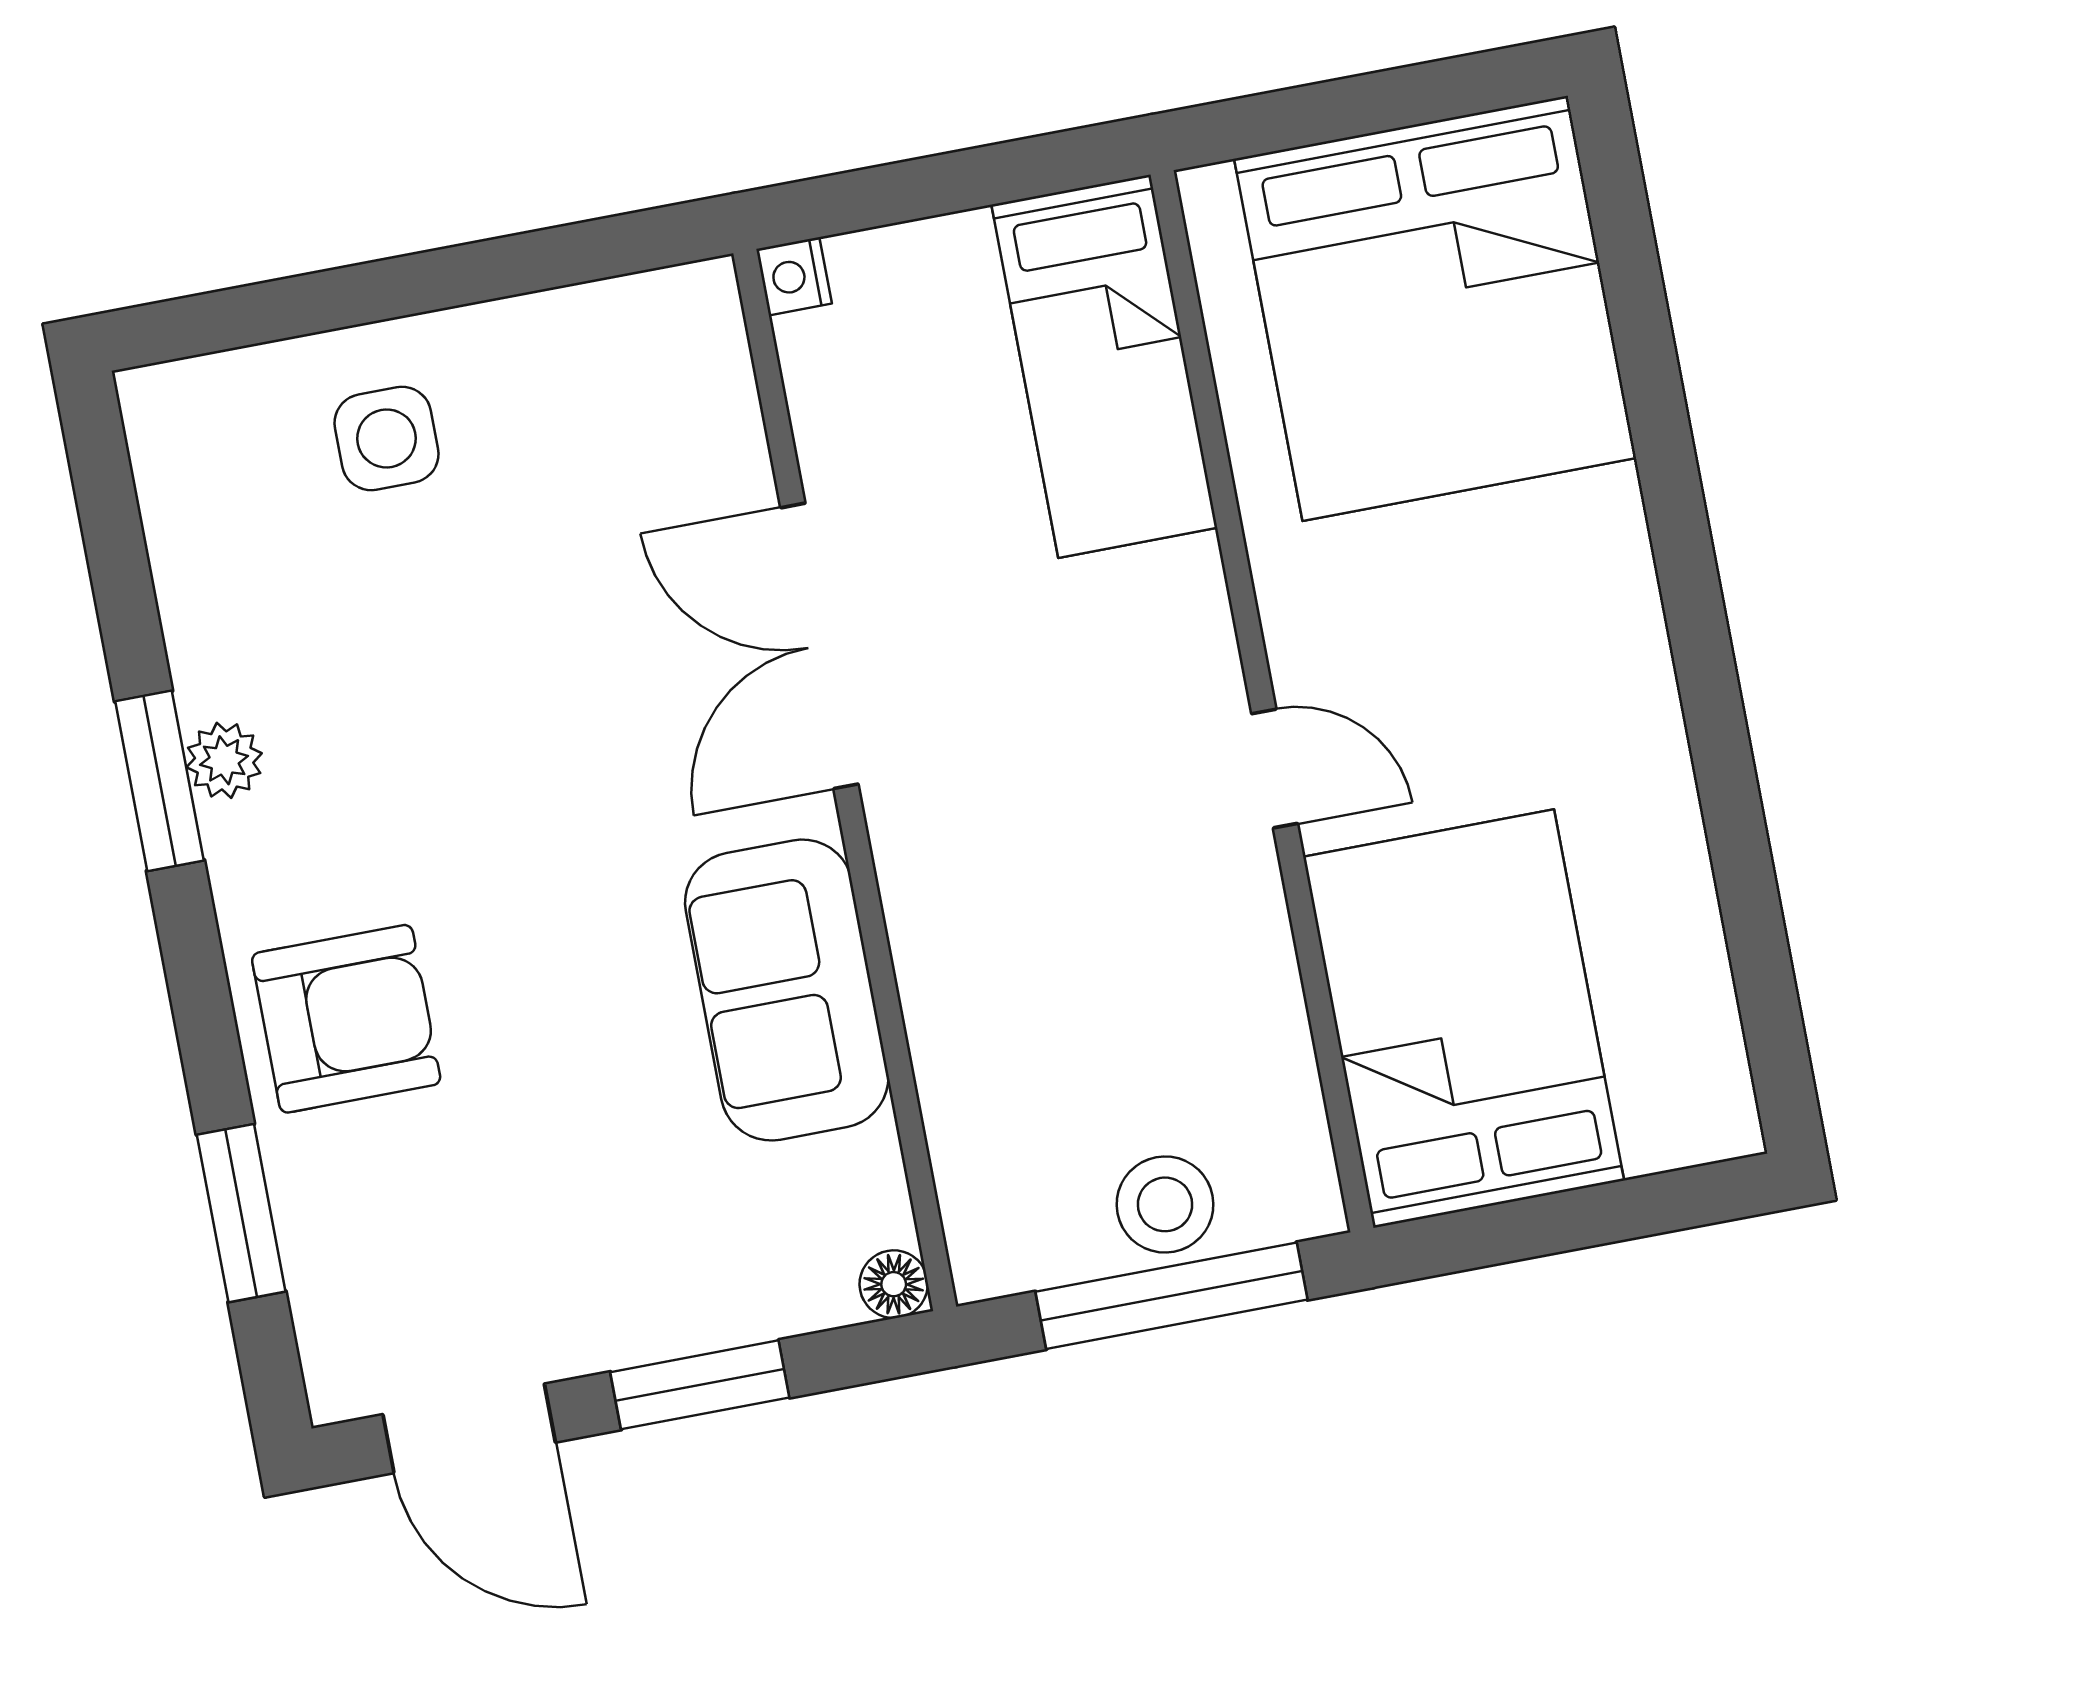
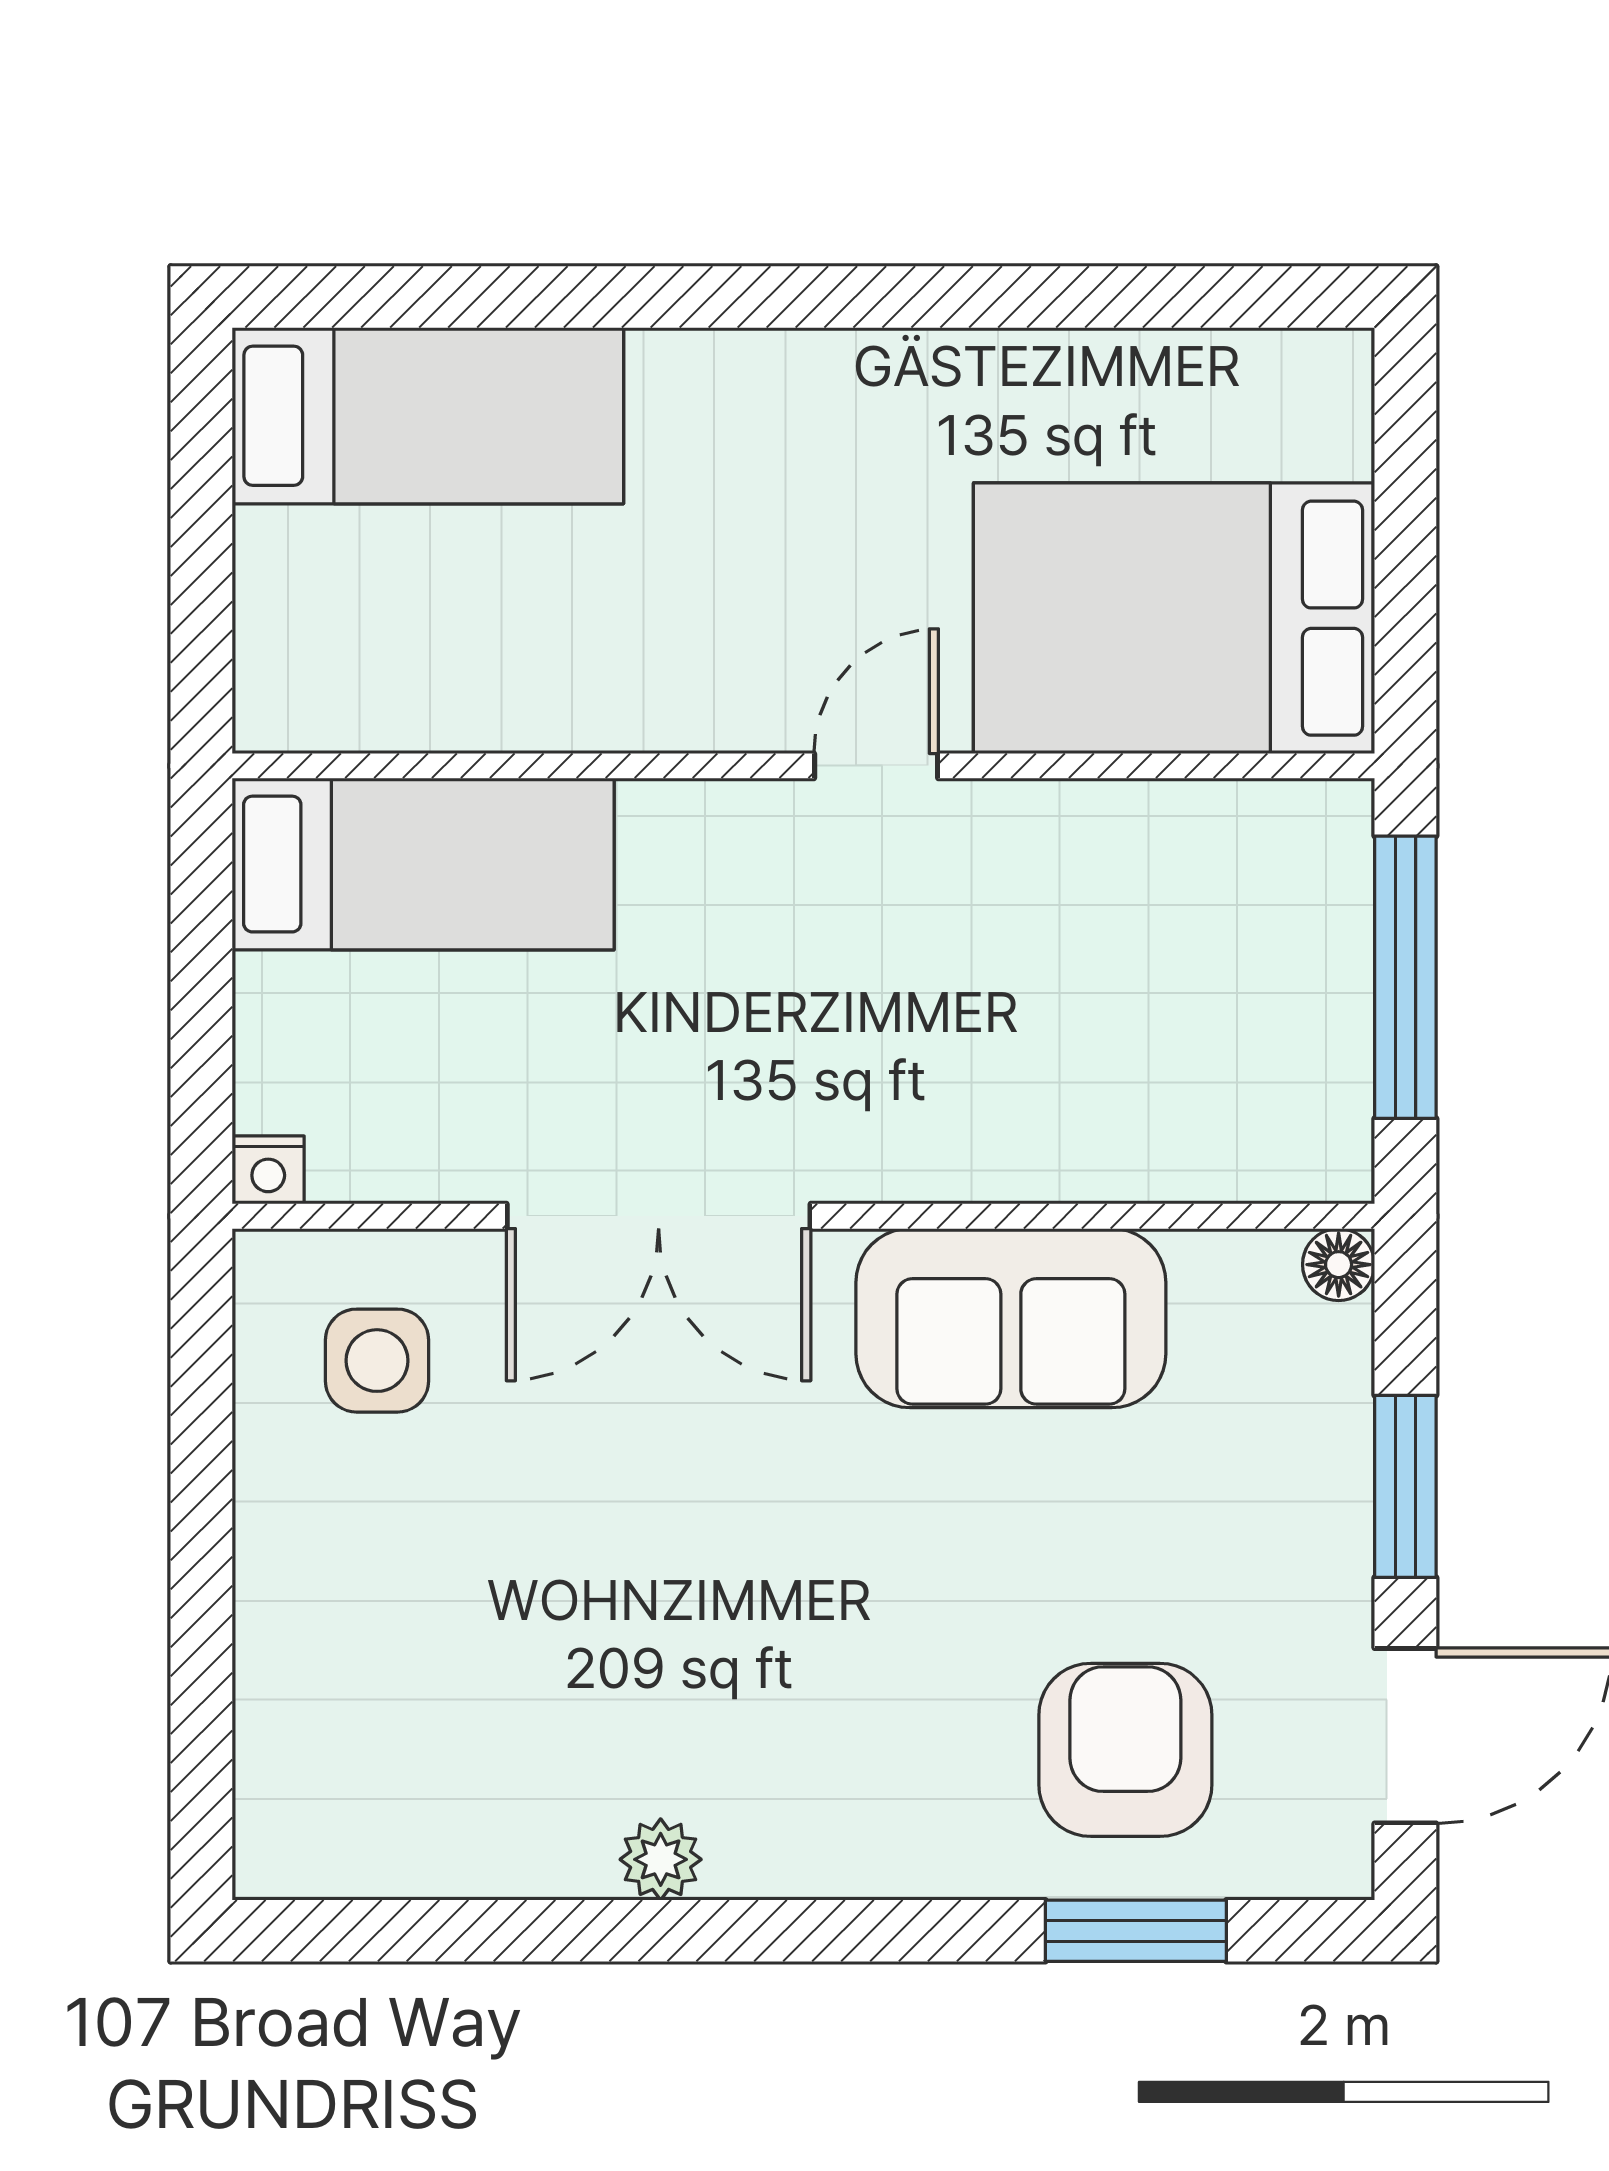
bed: (1435, 308) -> (428, 416), width x0.49
side table: (387, 438) -> (377, 1361), moved
window: (160, 781) -> (669, 1931), removed
armchair: (346, 1019) -> (1125, 1750), moved
stool: (1165, 1204) -> (1309, 966), removed

